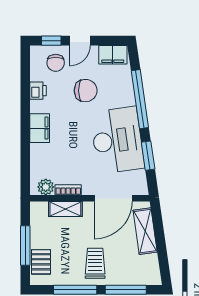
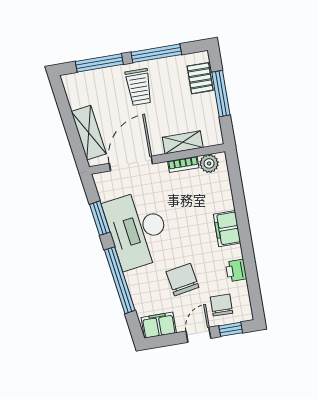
chair: (86, 91) -> (182, 280), turned 80

